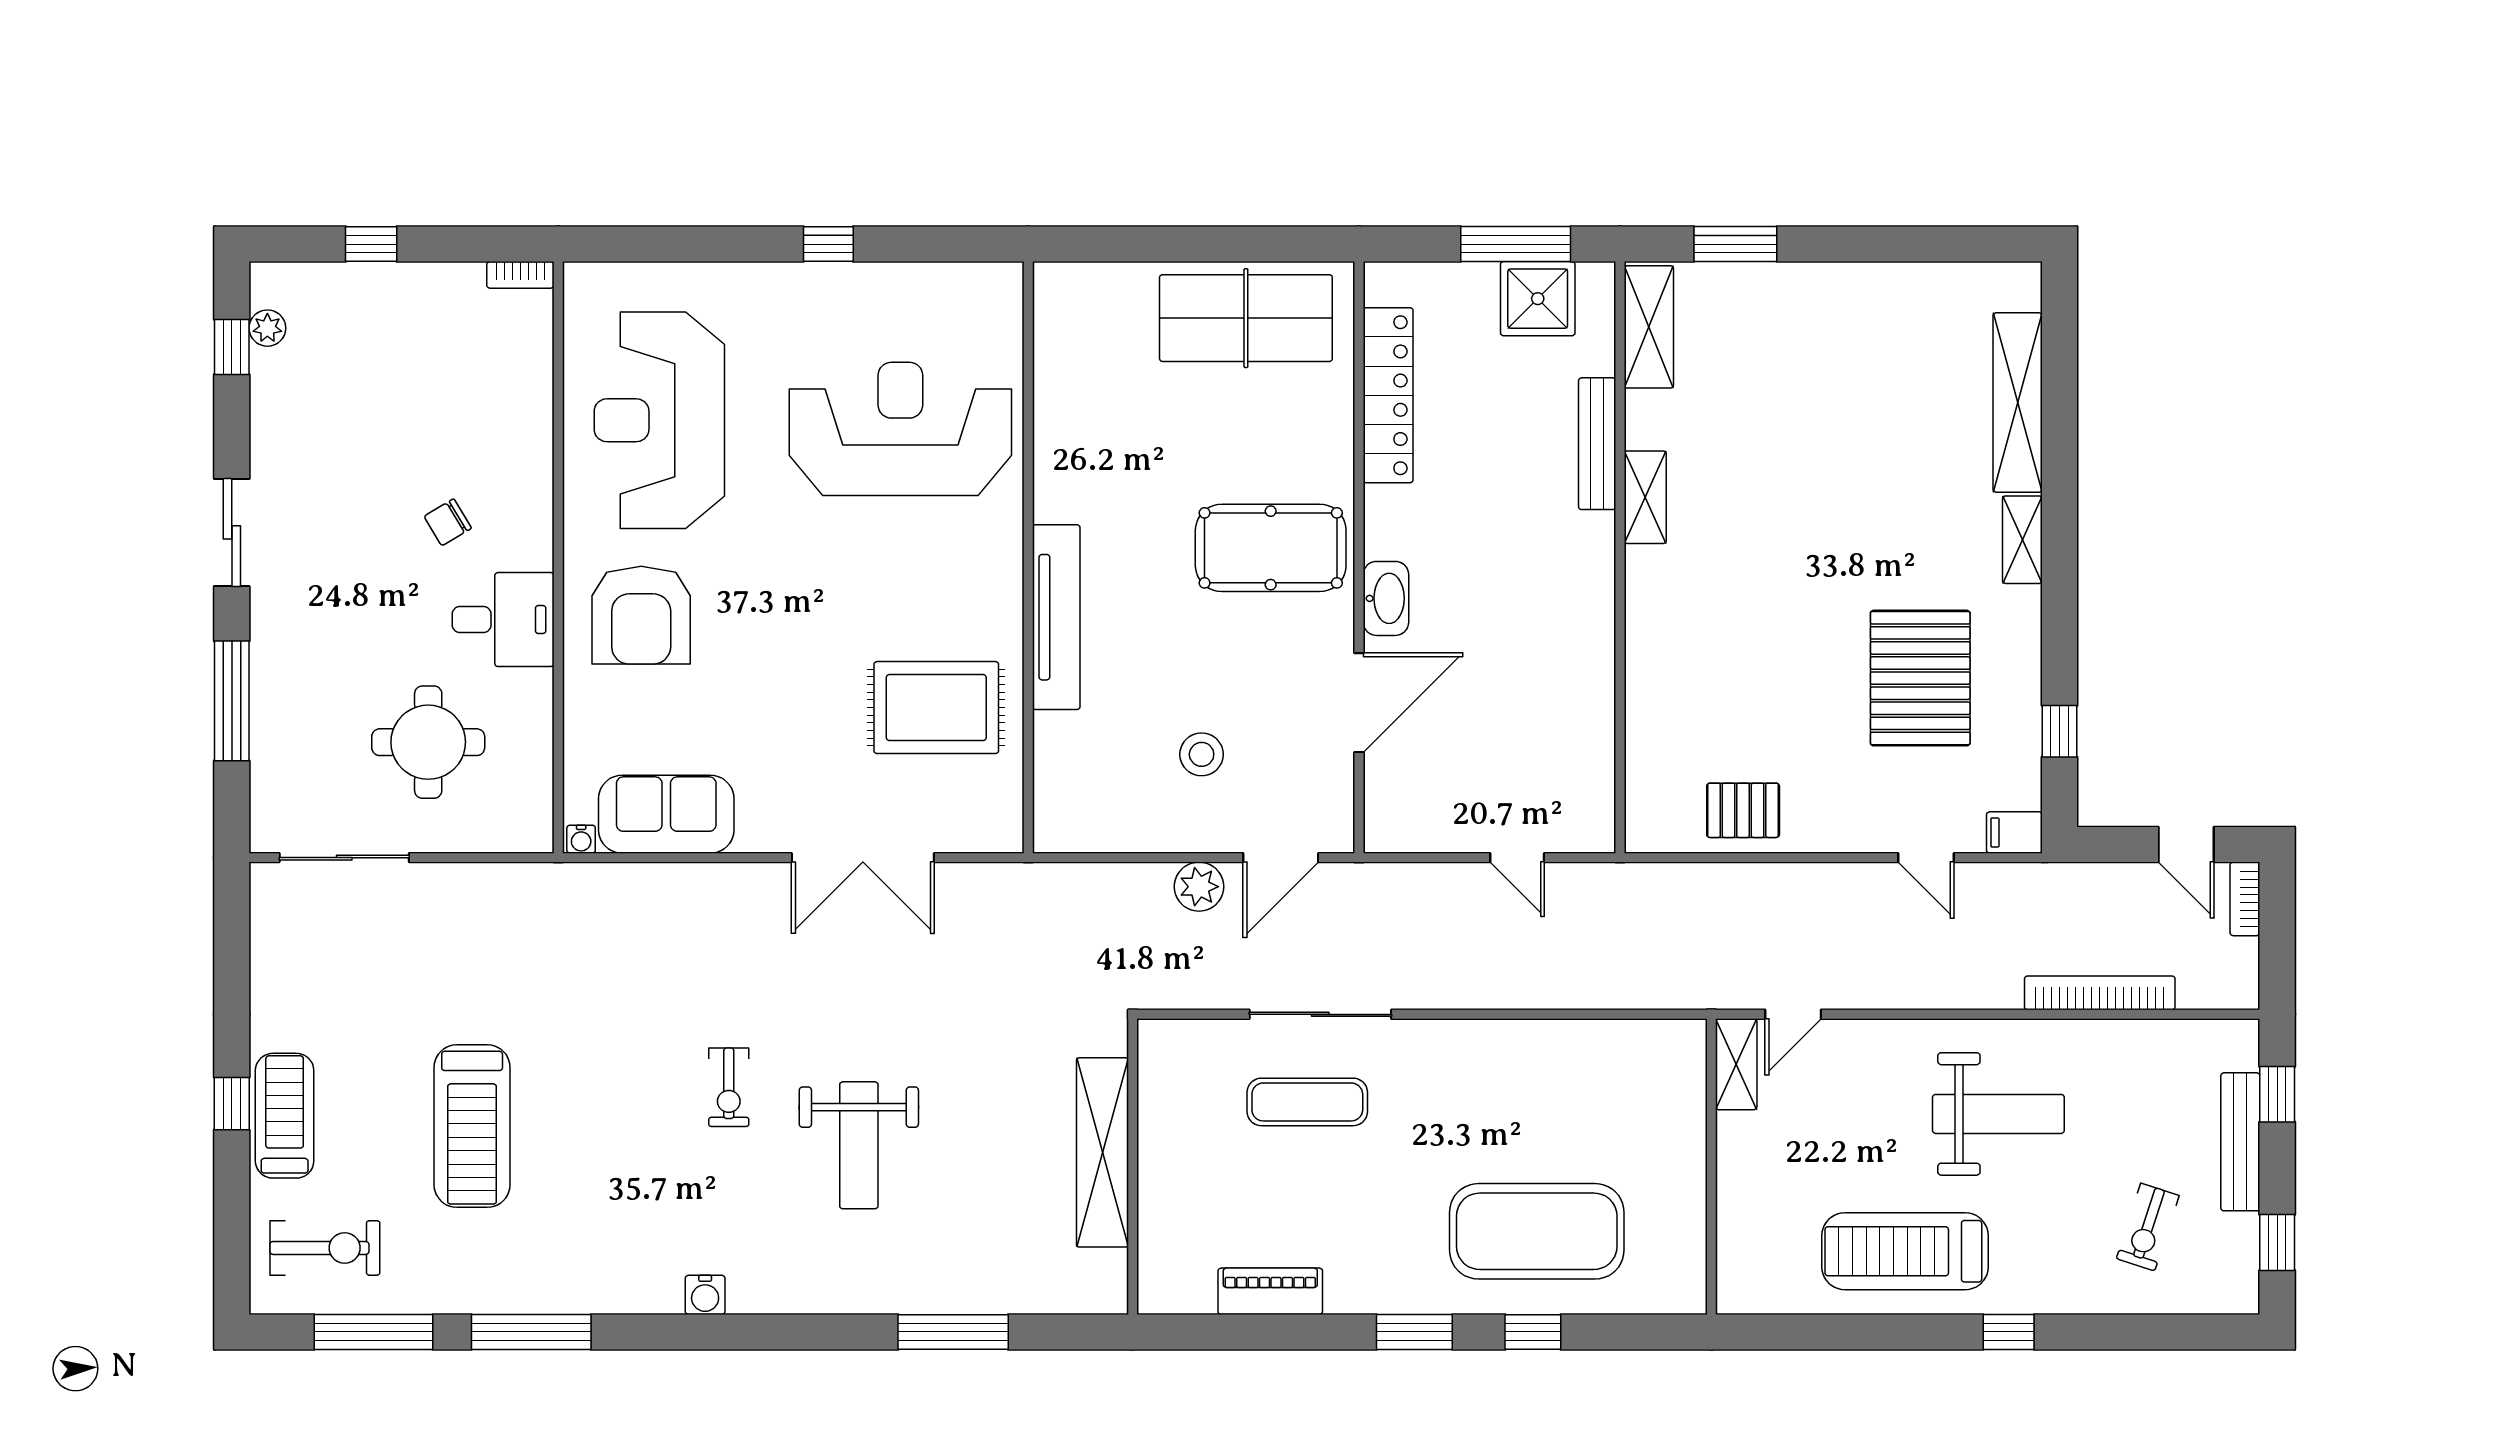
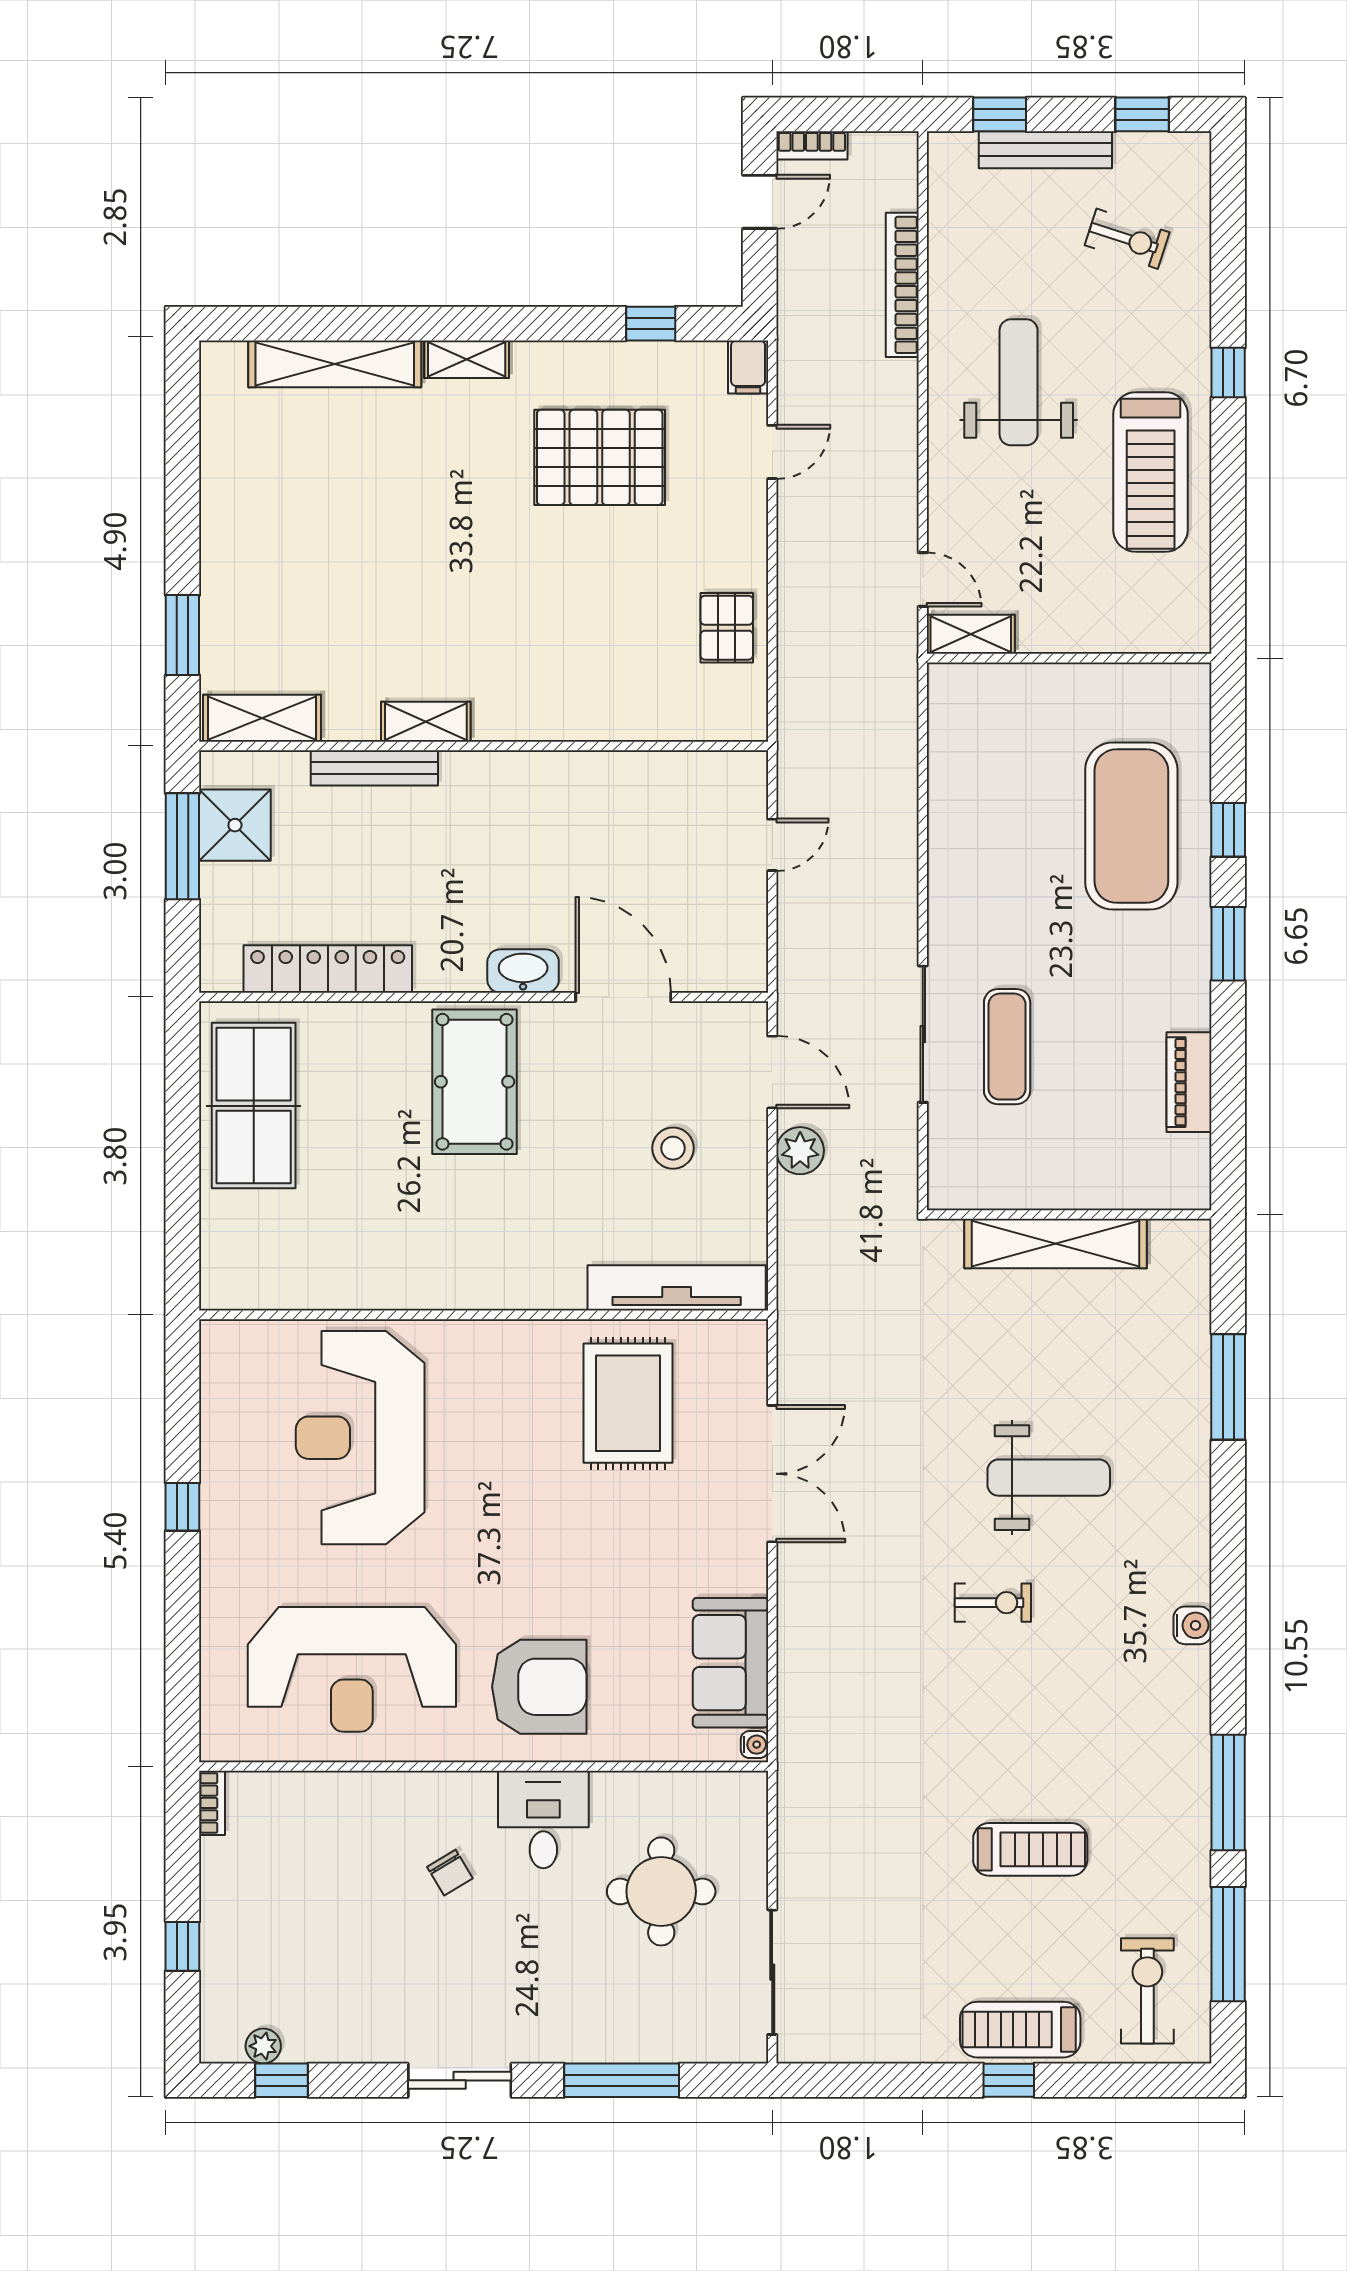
tv unit: (1056, 617) -> (677, 1288), moved
treadmill: (472, 1126) -> (1030, 1849), width x0.73, depth x0.73

